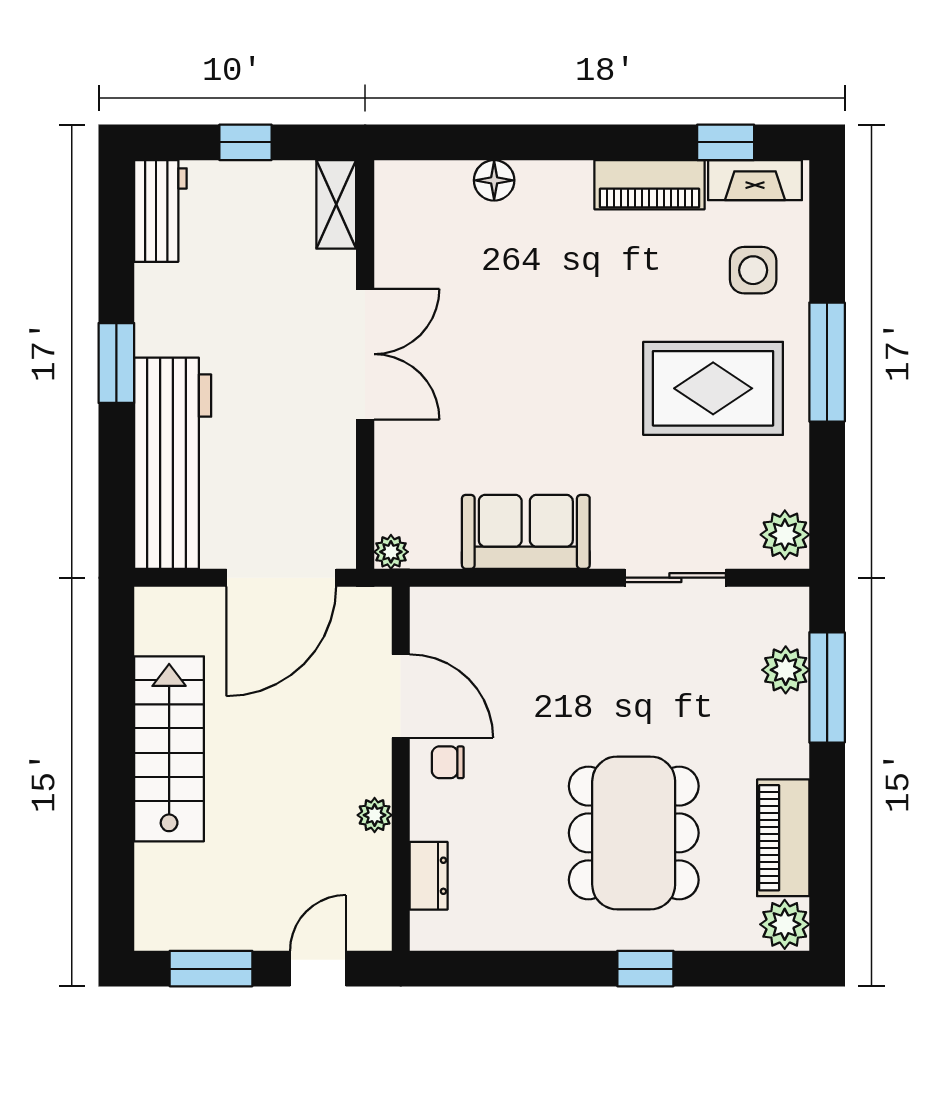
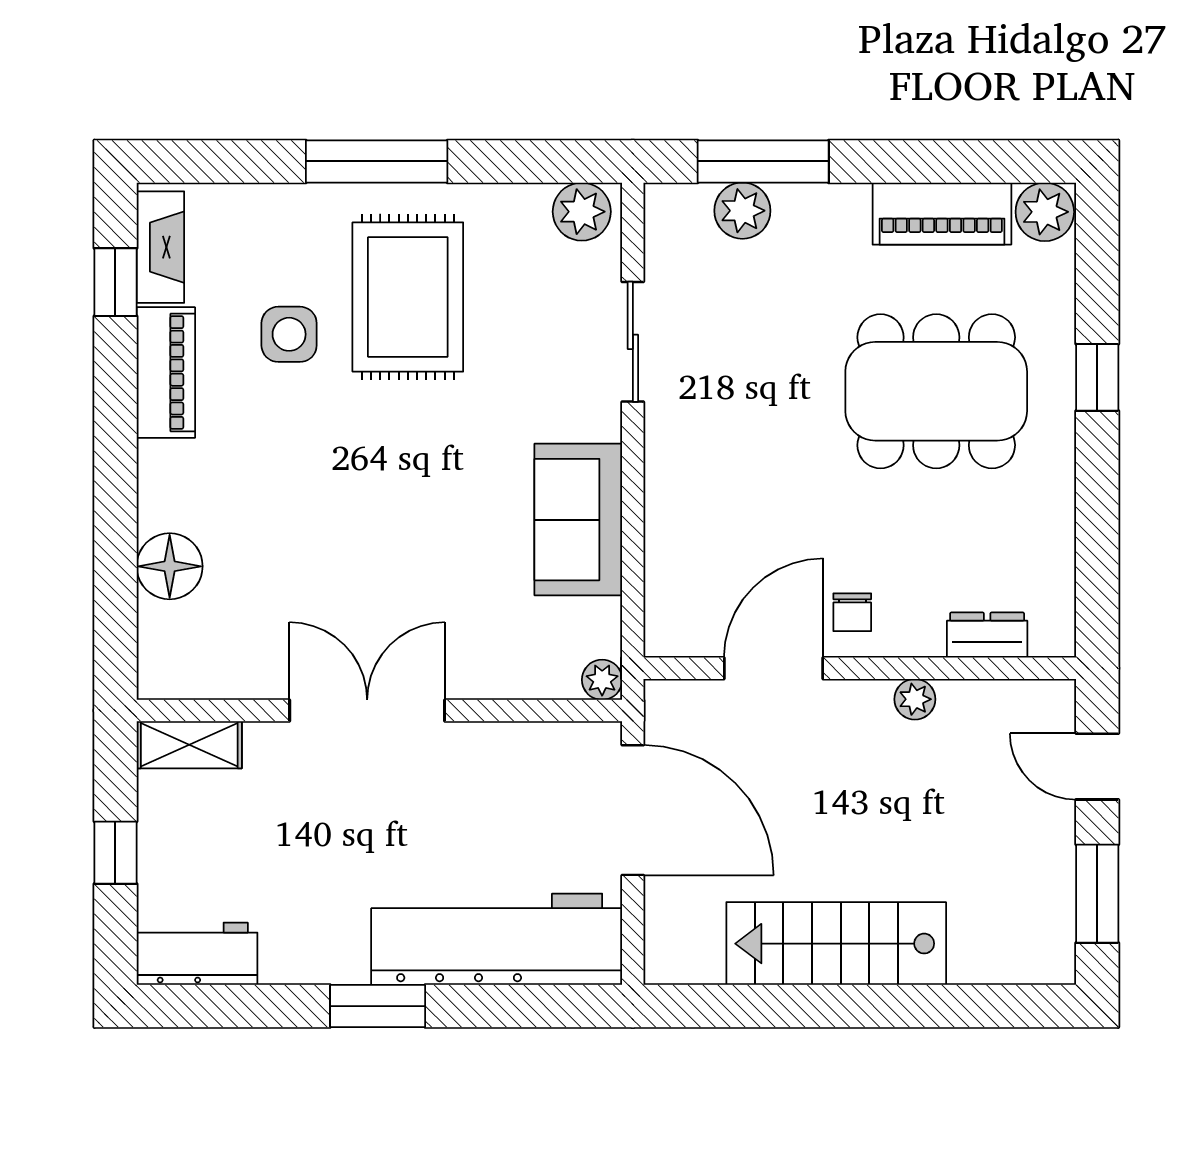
floor lamp: (494, 180) -> (170, 566), width x1.38, depth x1.38
side table: (753, 270) -> (289, 334), moved

